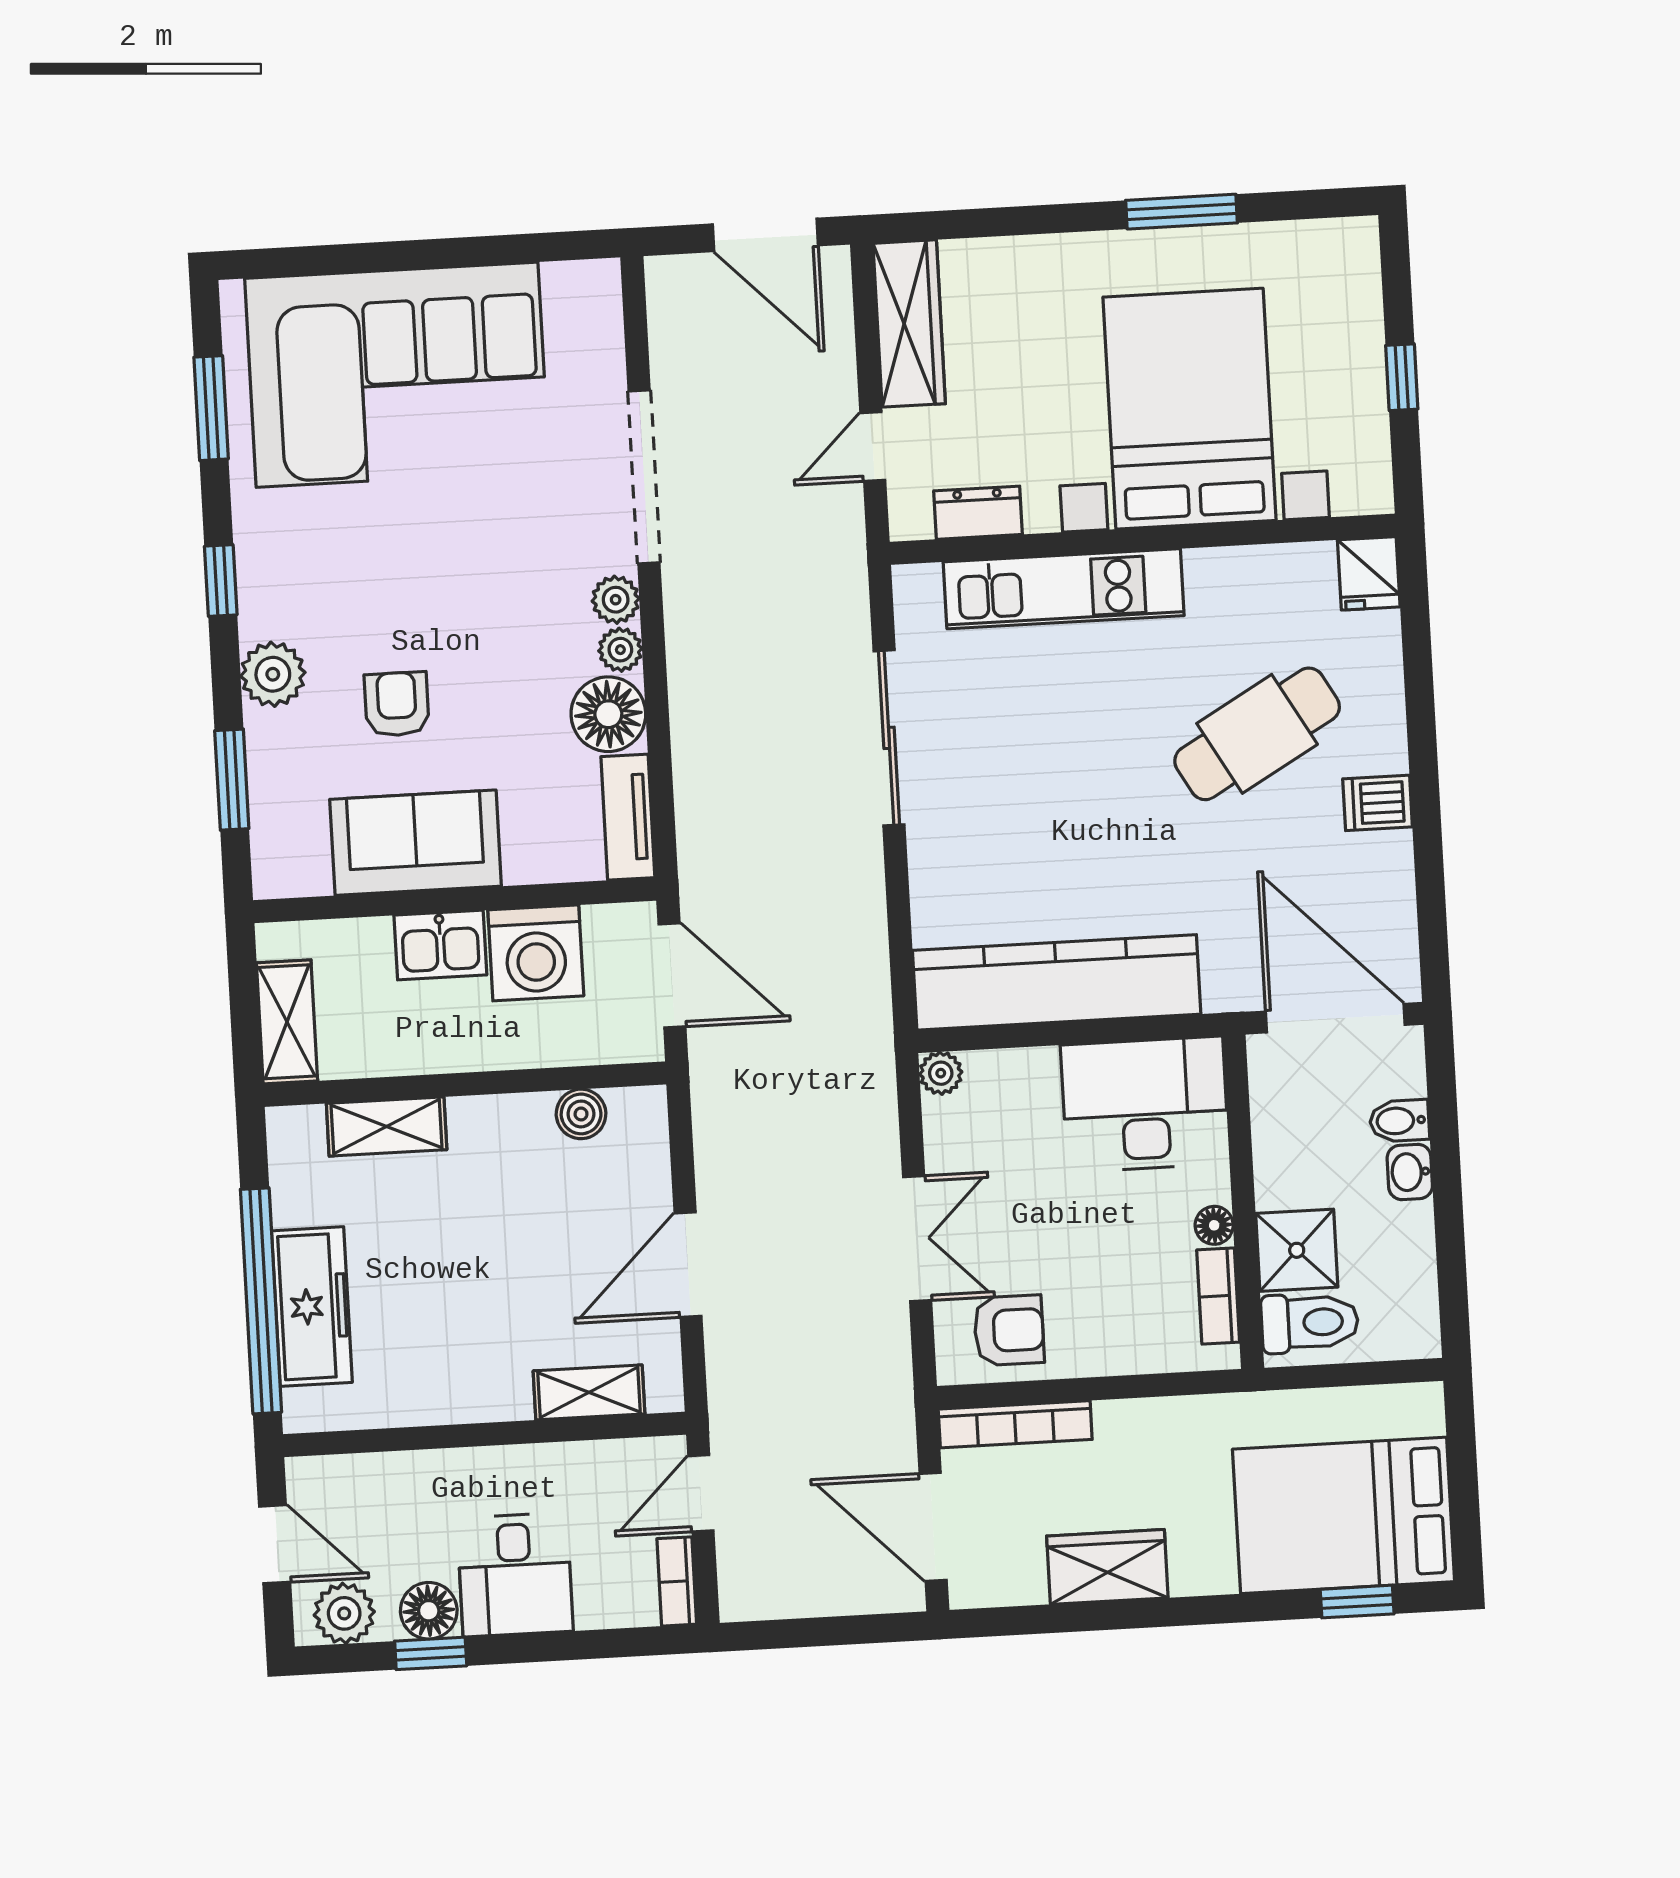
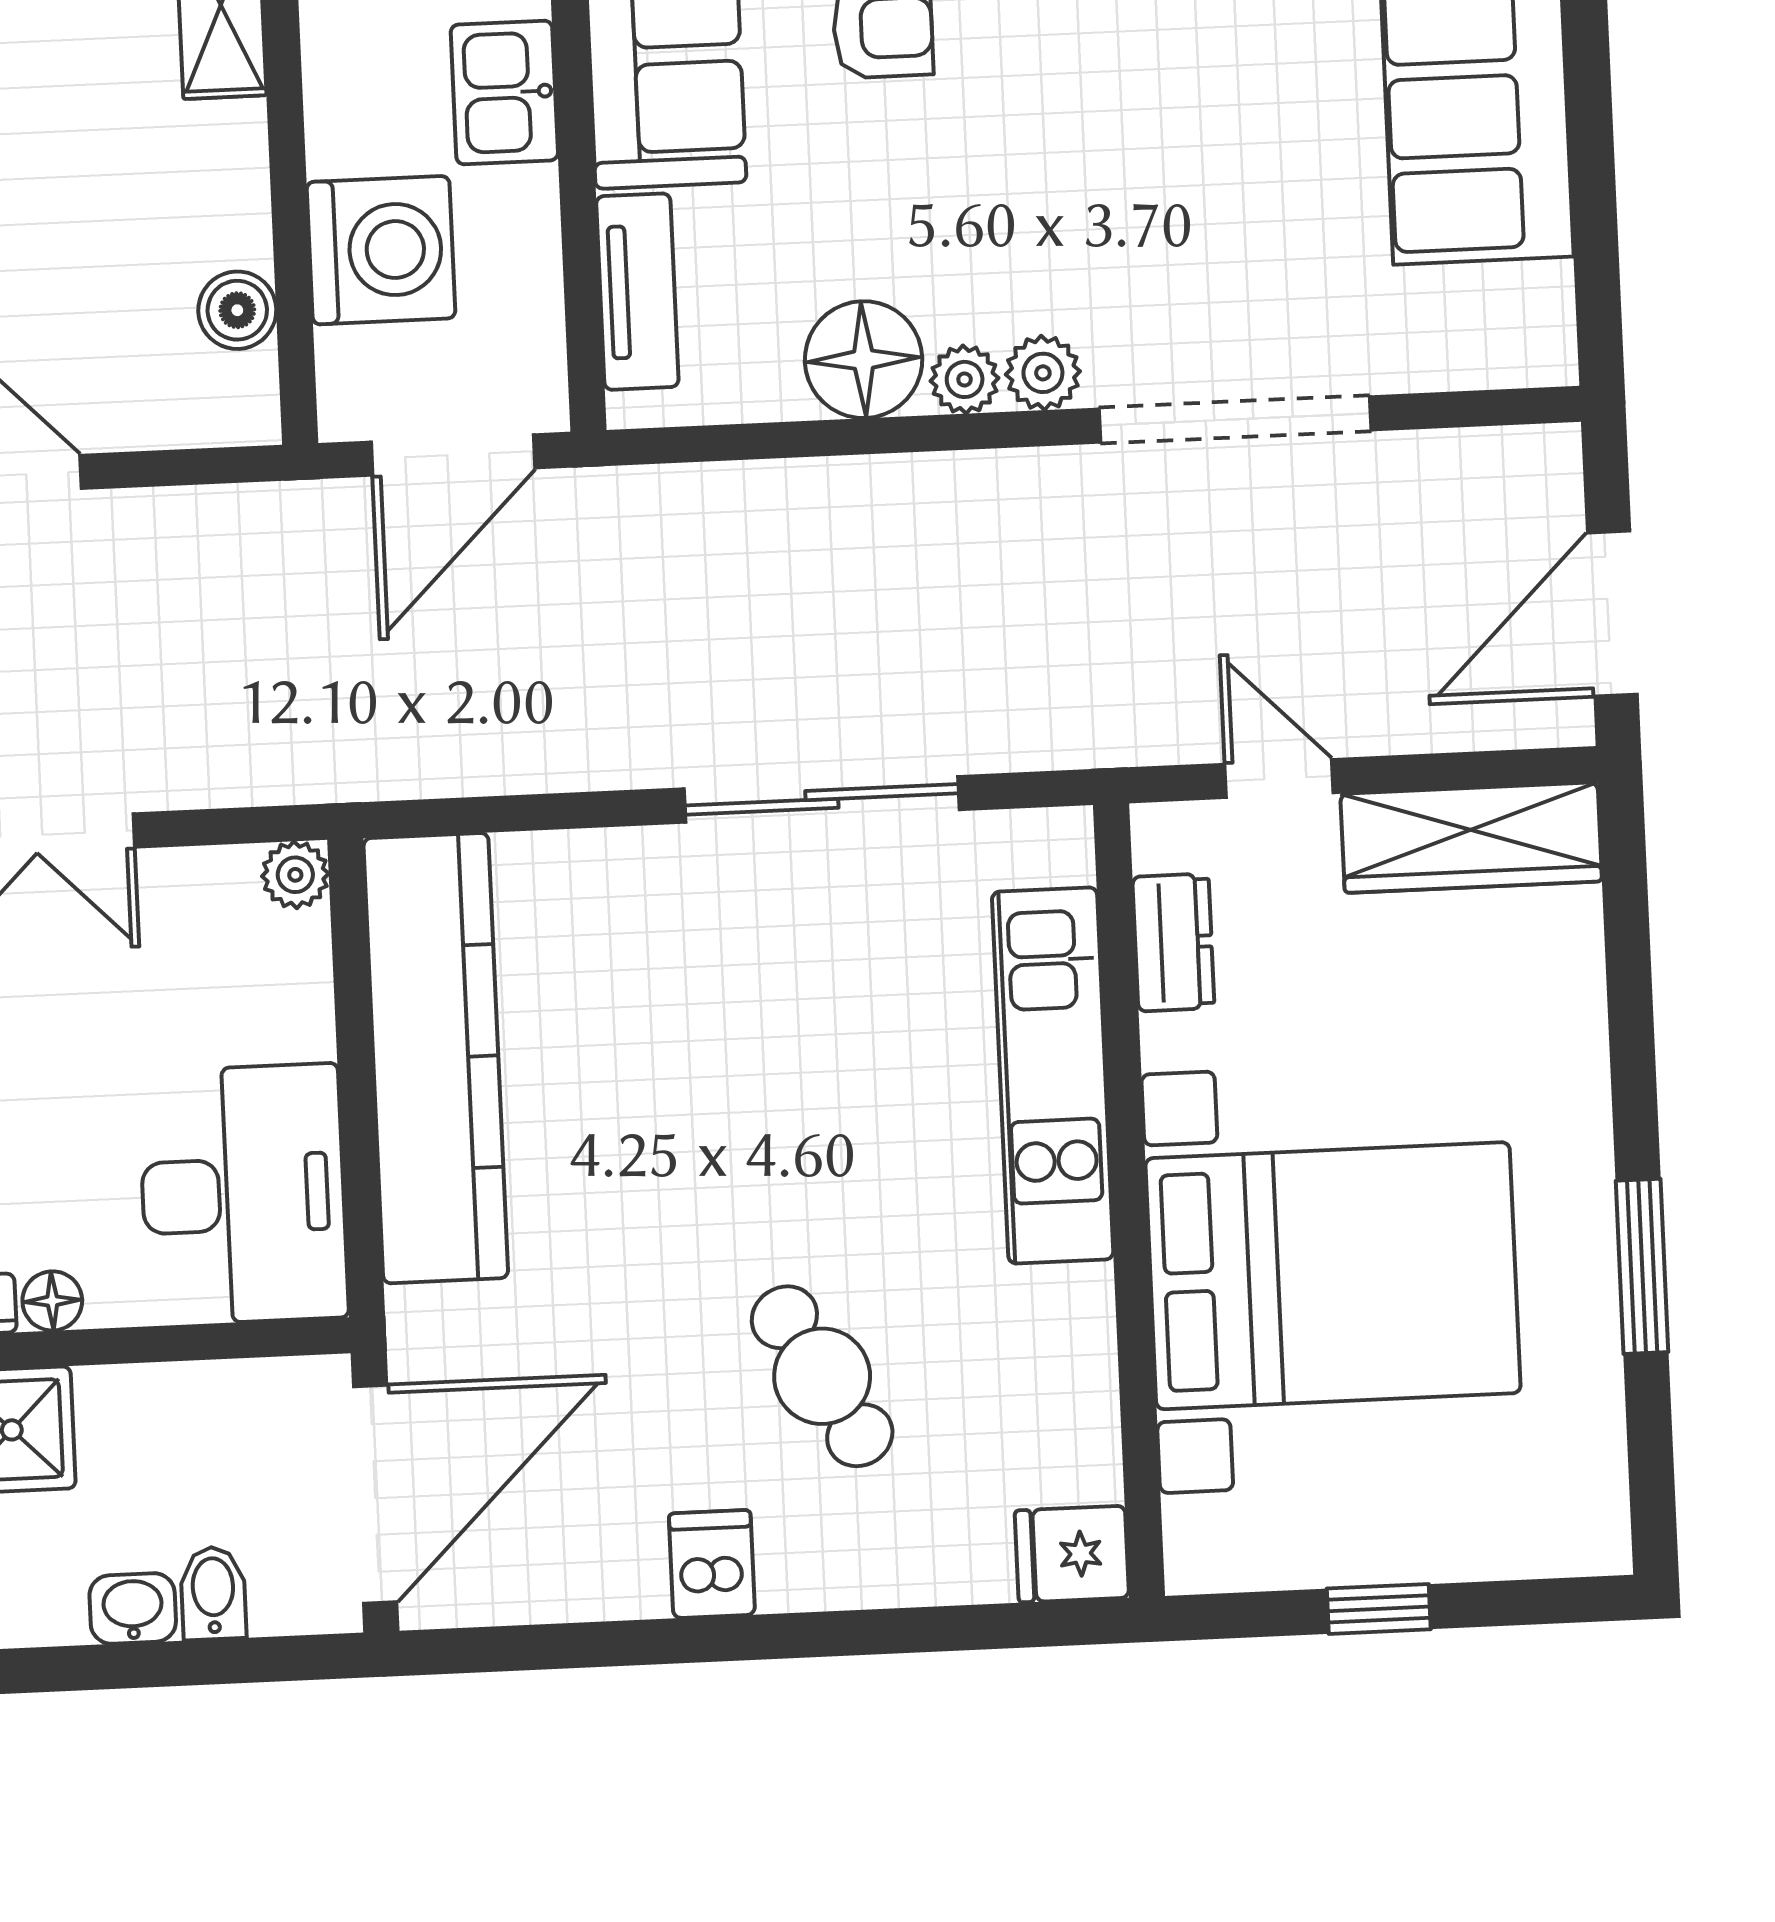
cafe table: (1257, 734) -> (822, 1376), width x0.73, depth x0.74
tv unit: (628, 817) -> (637, 292), moved, turned 90
washing machine: (536, 953) -> (381, 250), moved, turned 180

